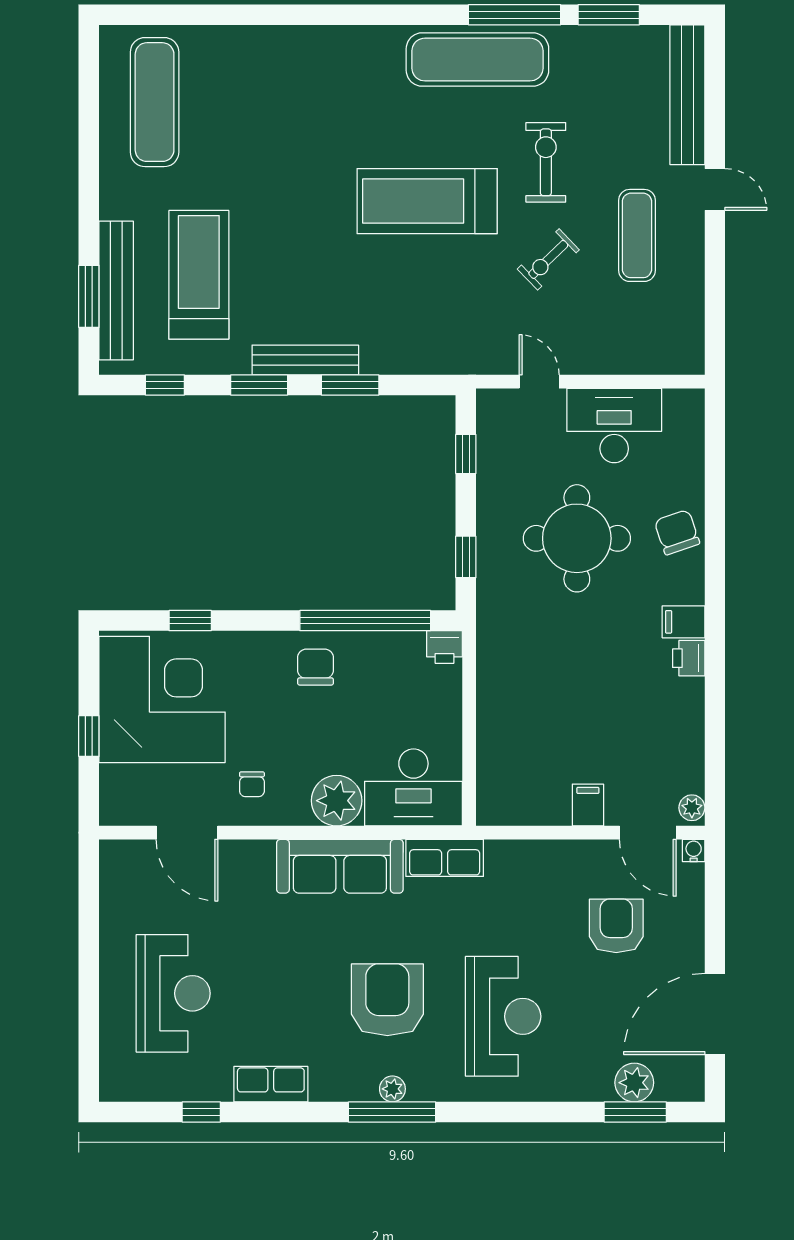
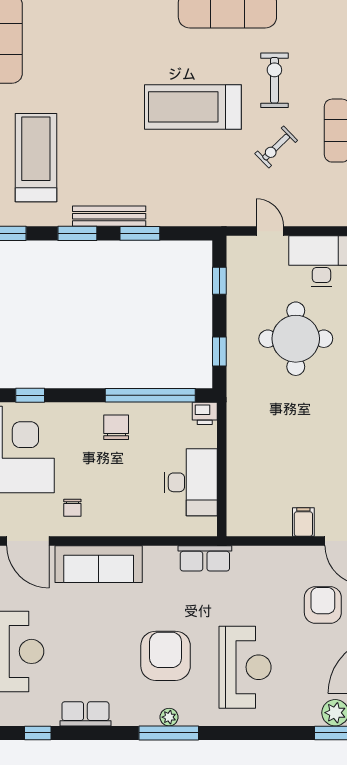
desk: (413, 787) -> (191, 482), moved, turned -90
plant: (337, 801) -> (131, 519), removed
sofa: (340, 866) -> (99, 564), moved

